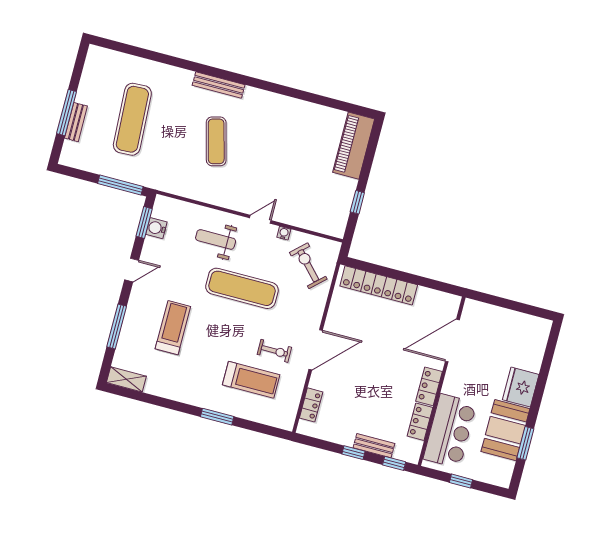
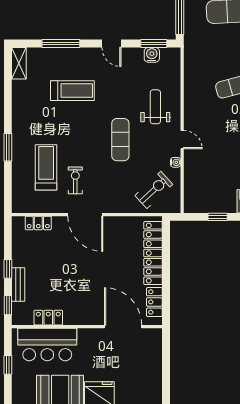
exercise mat: (242, 288) -> (120, 140), width x0.73, depth x0.69
exercise bike: (274, 351) -> (75, 180), turned 180
treadmill: (251, 380) -> (46, 167), turned 180
locker: (429, 386) -> (154, 302), moved, turned -90

